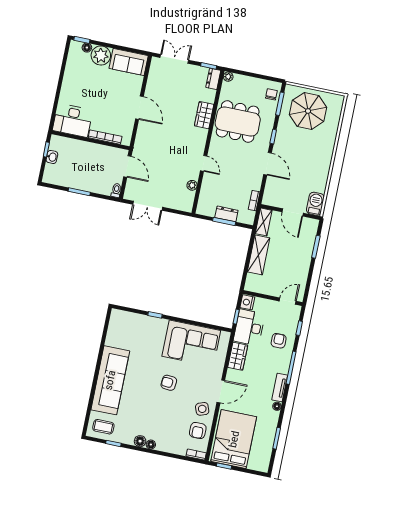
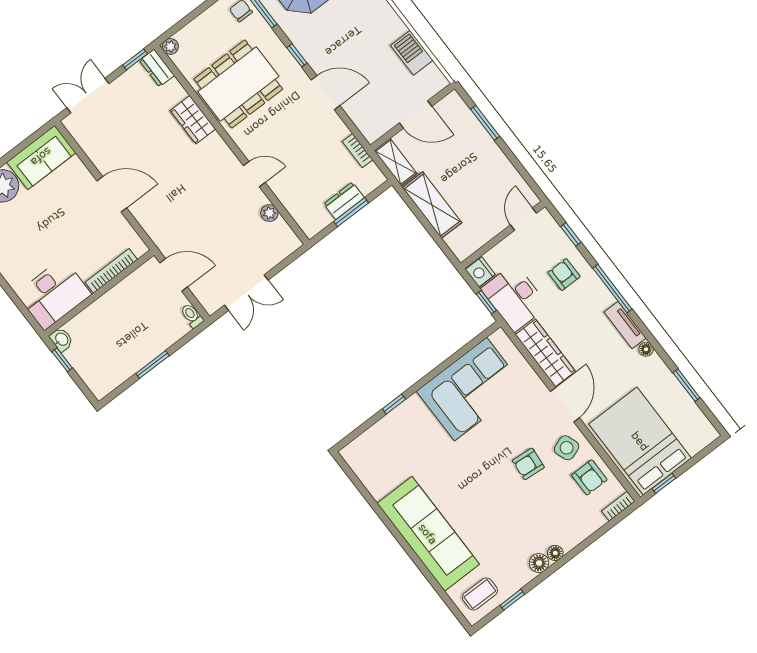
washbasin: (52, 157) -> (61, 339), moved
barbecue: (315, 204) -> (412, 53), moved
wardrobe: (238, 356) -> (545, 353), width x1.50
armchair: (169, 383) -> (528, 464), moved

